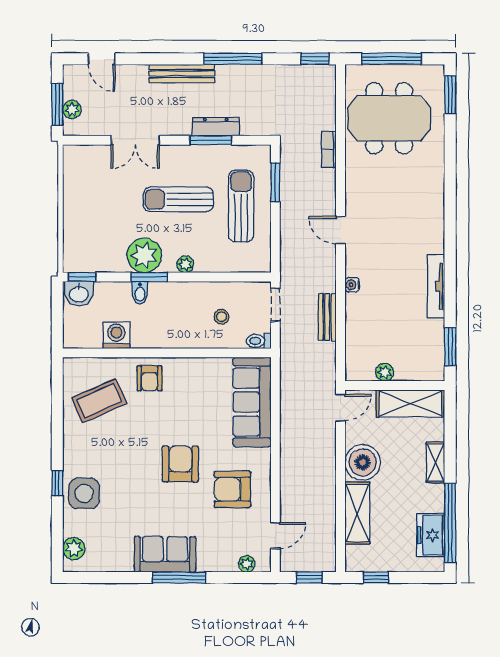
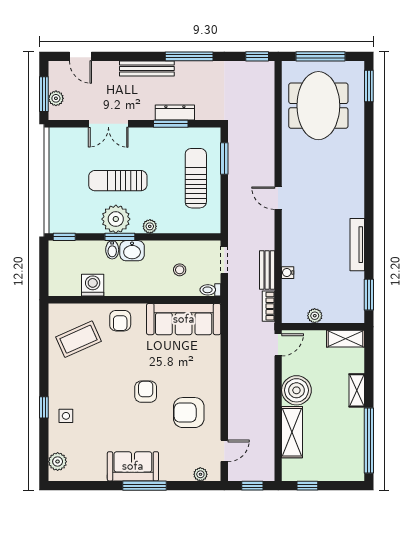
meeting table: (389, 118) -> (318, 106), turned 90
bookcase: (329, 150) -> (268, 306), moved
sun lounger: (178, 199) -> (118, 181), moved
water cooler: (352, 285) -> (288, 273), moved
washbasin: (79, 294) -> (132, 251), moved
sofa: (252, 402) -> (184, 319), moved, turned -90
shelving: (410, 403) -> (345, 339), width x0.67, depth x0.75
armchair: (180, 464) -> (146, 392), width x0.72, depth x0.72
side table: (84, 493) -> (66, 416), width x0.54, depth x0.54
freezer: (431, 535) -> (353, 450), removed

